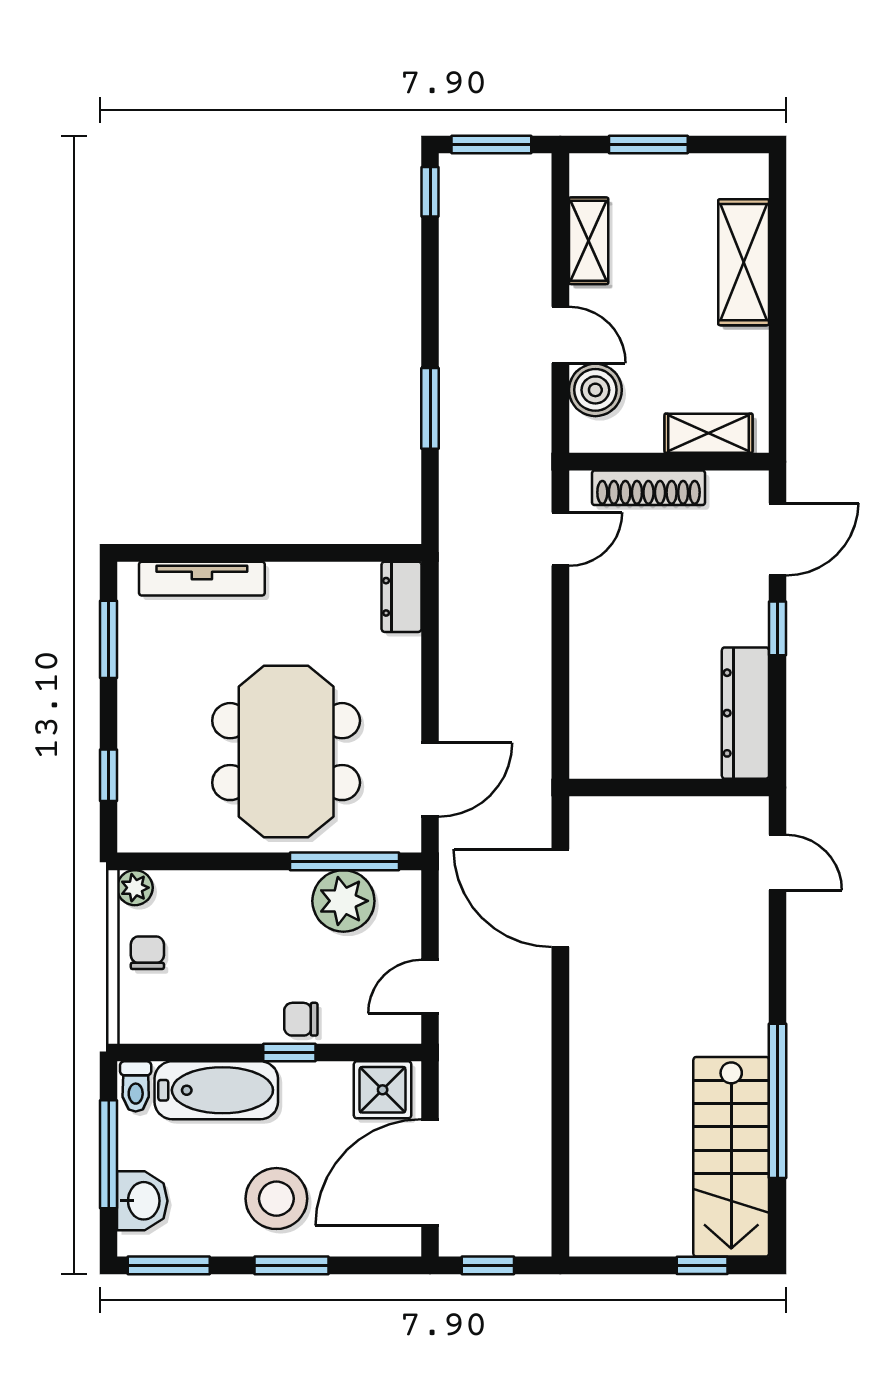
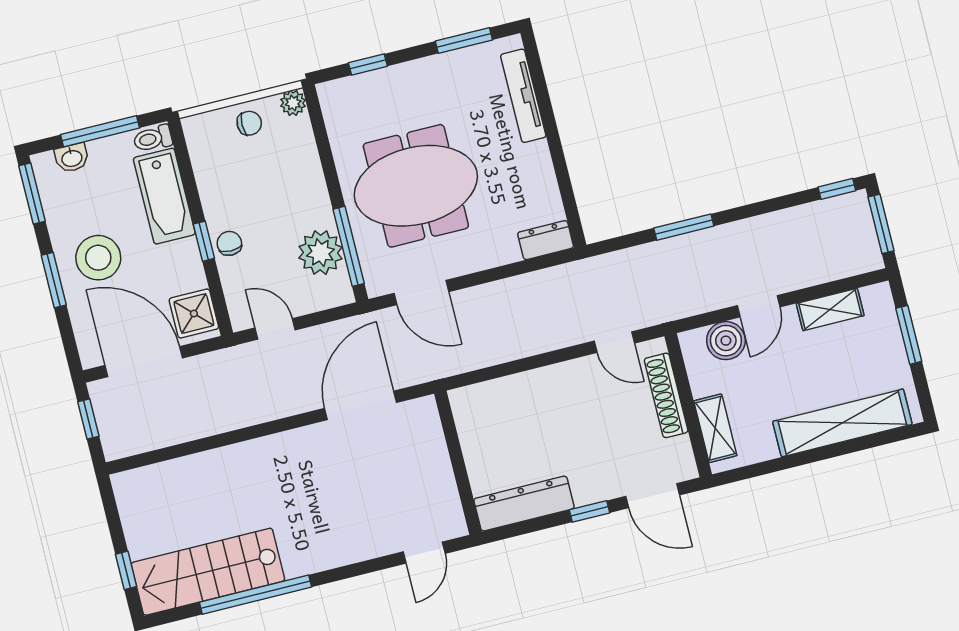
shelving: (744, 262) -> (842, 423), width x1.47
washbasin: (142, 1201) -> (72, 158), width x0.72, depth x0.69

